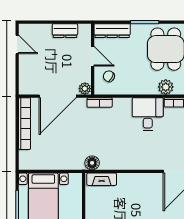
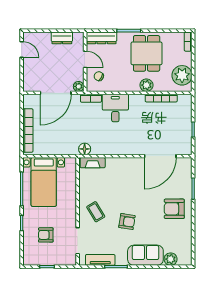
desk: (148, 114) -> (115, 108), moved
bookcase: (25, 124) -> (28, 131), moved

